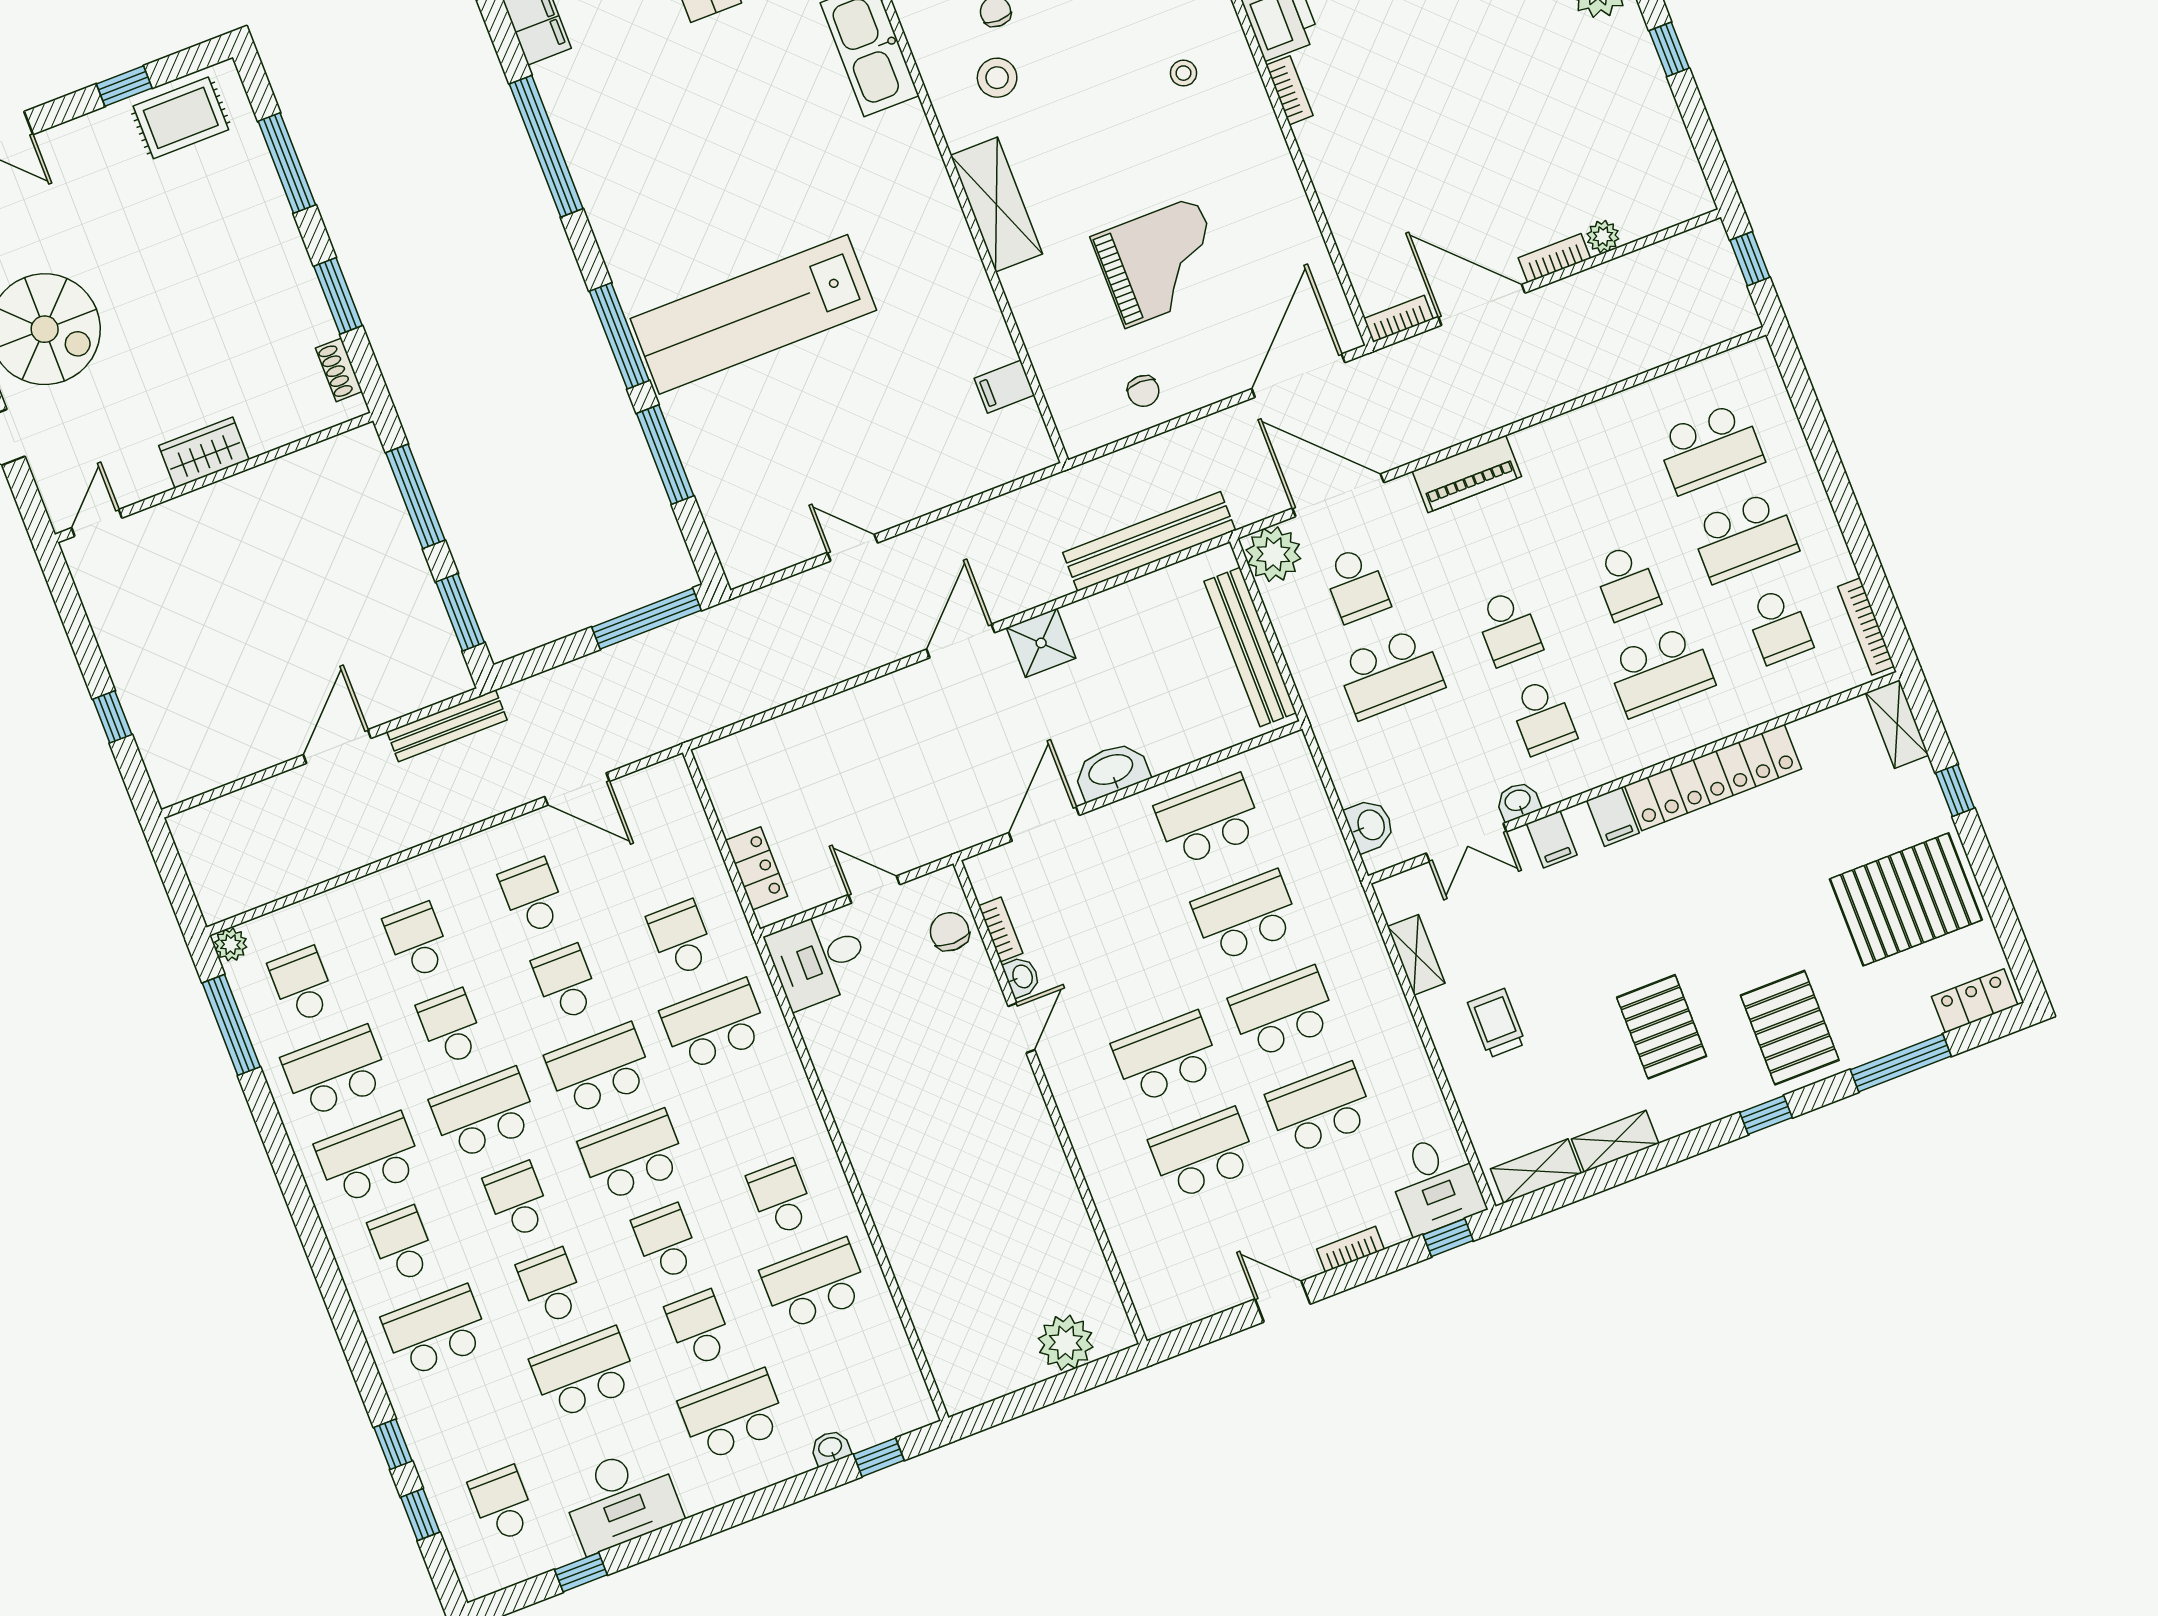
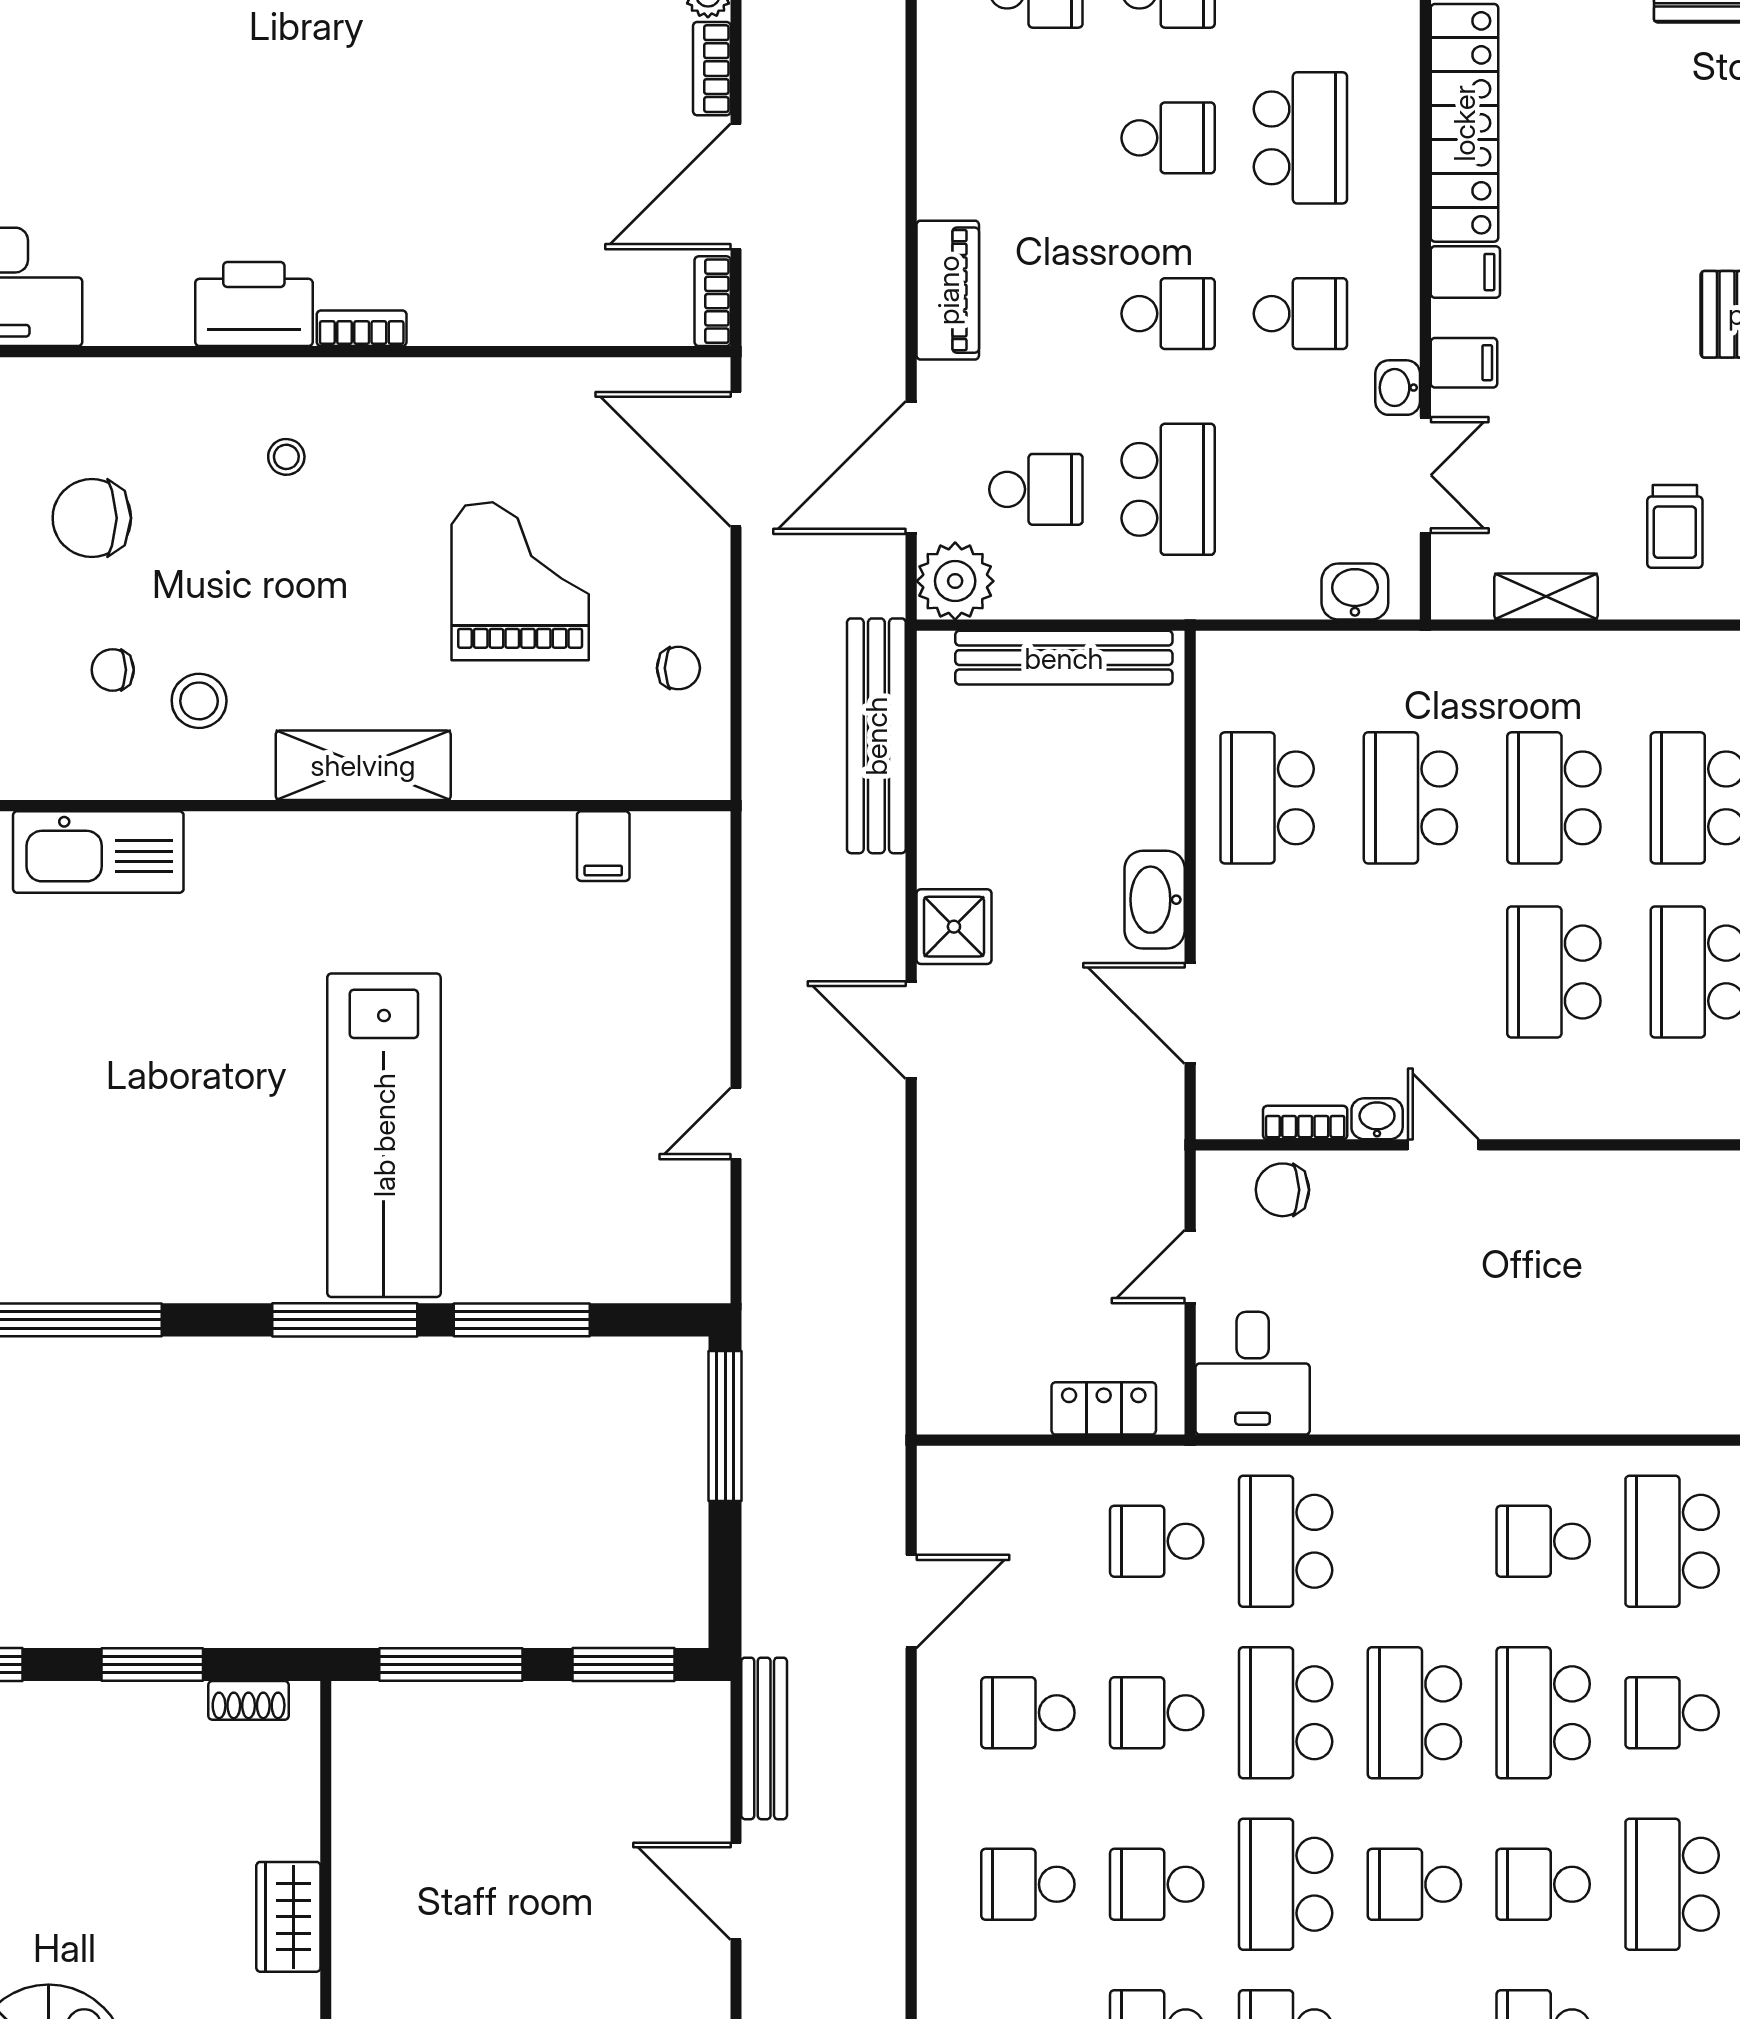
trolley: (1497, 1023) -> (1675, 526), turned -90
school desk: (666, 1242) -> (1543, 1713), width x1.85

